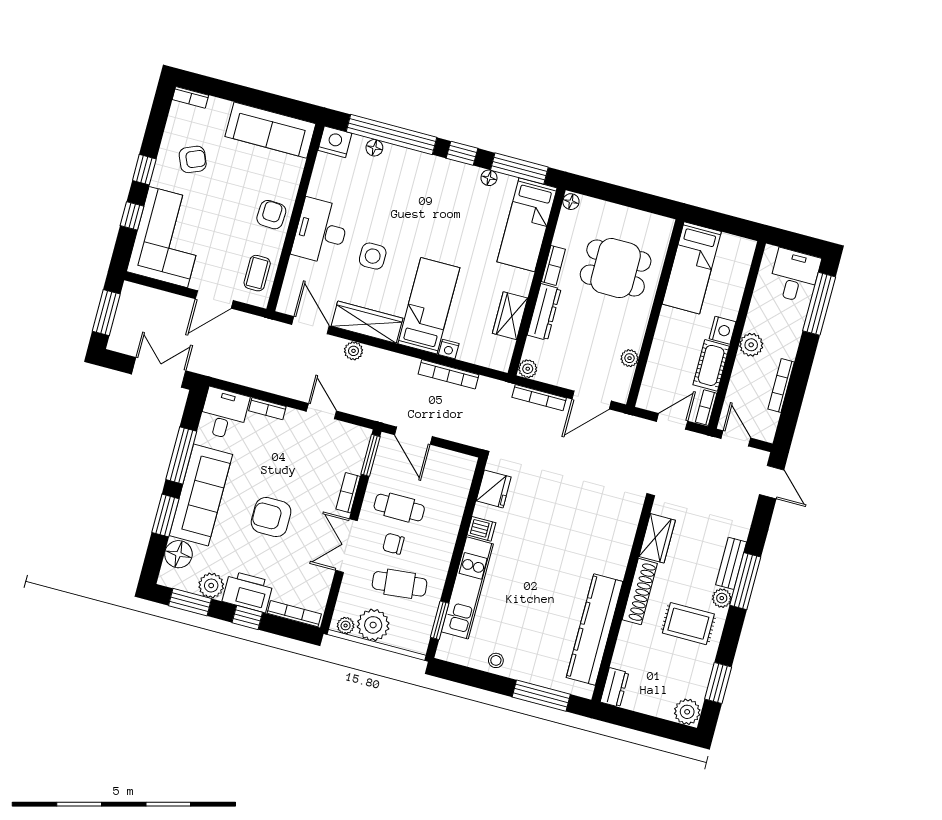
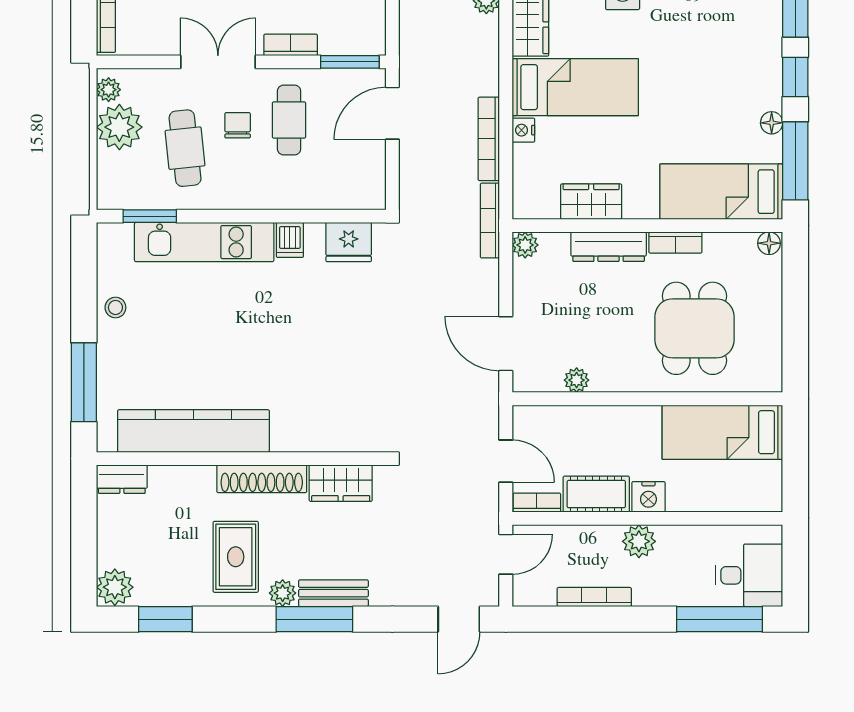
bookcase: (539, 398) -> (490, 221), moved

